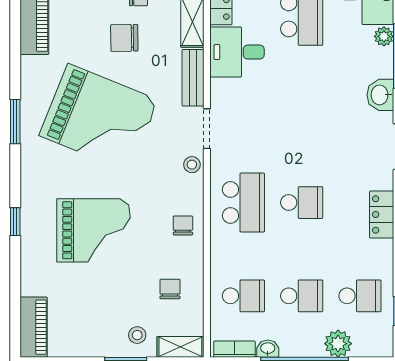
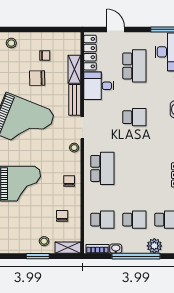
school desk: (302, 203) -> (134, 117), moved

